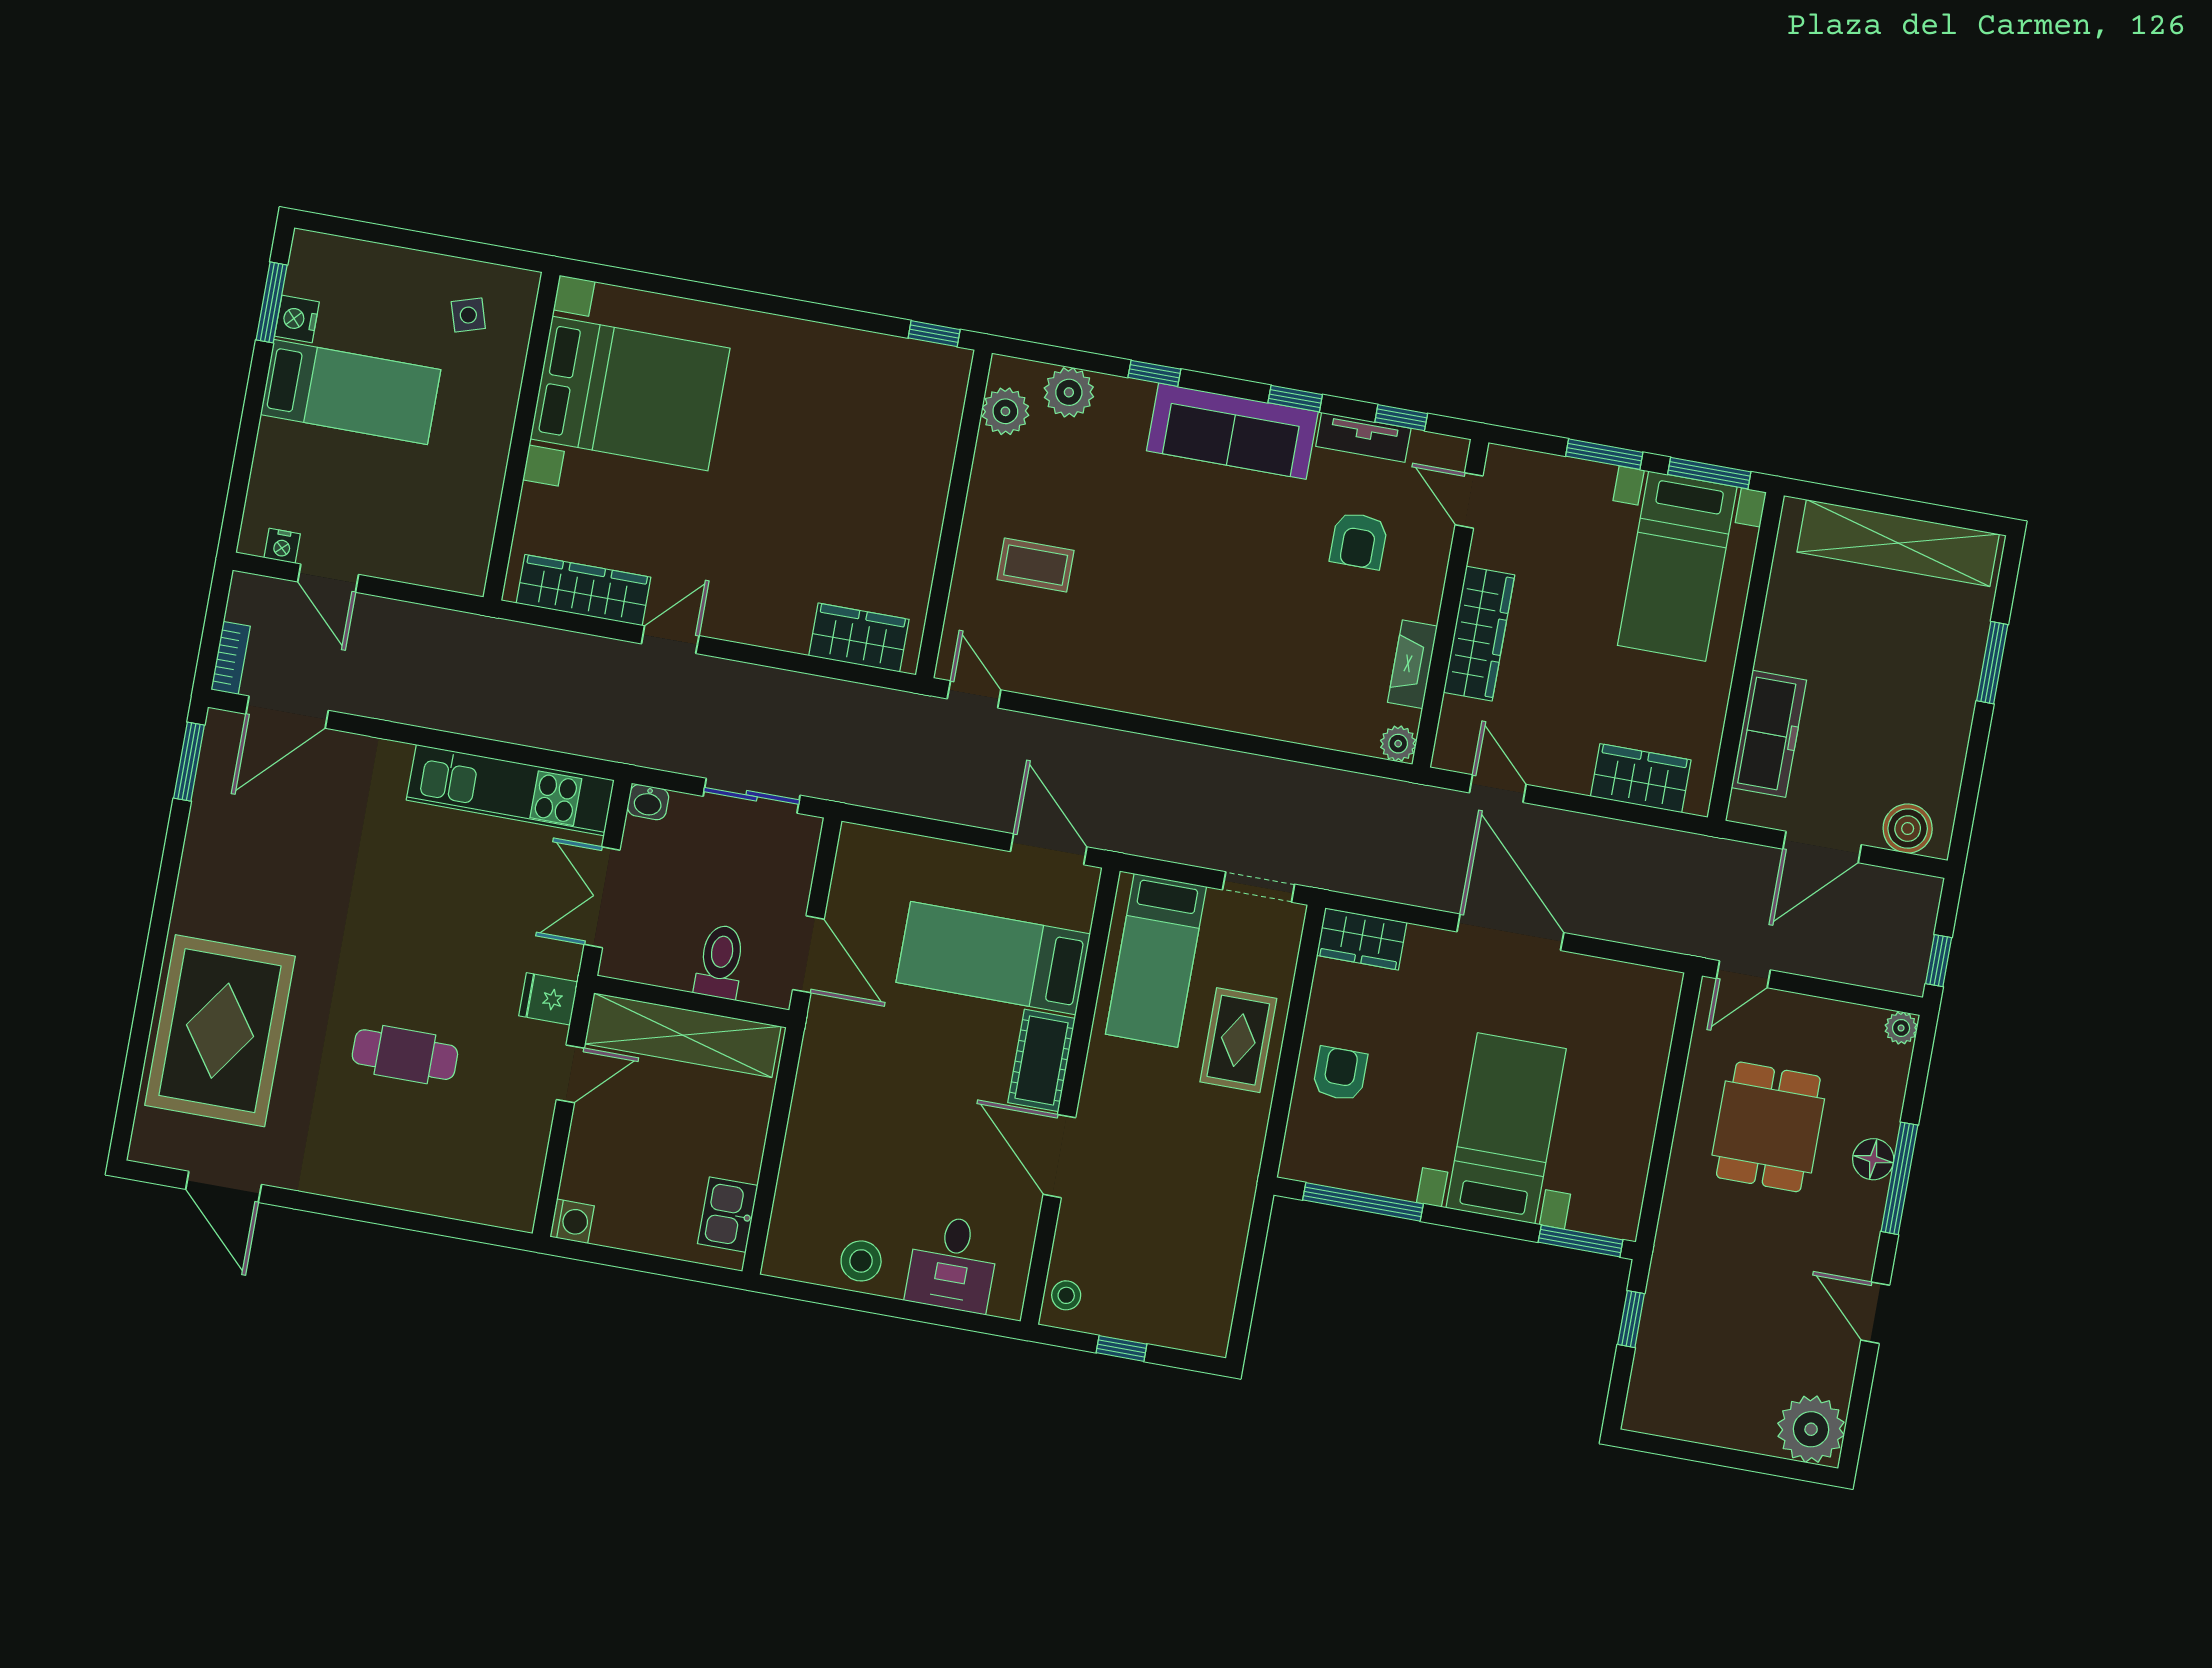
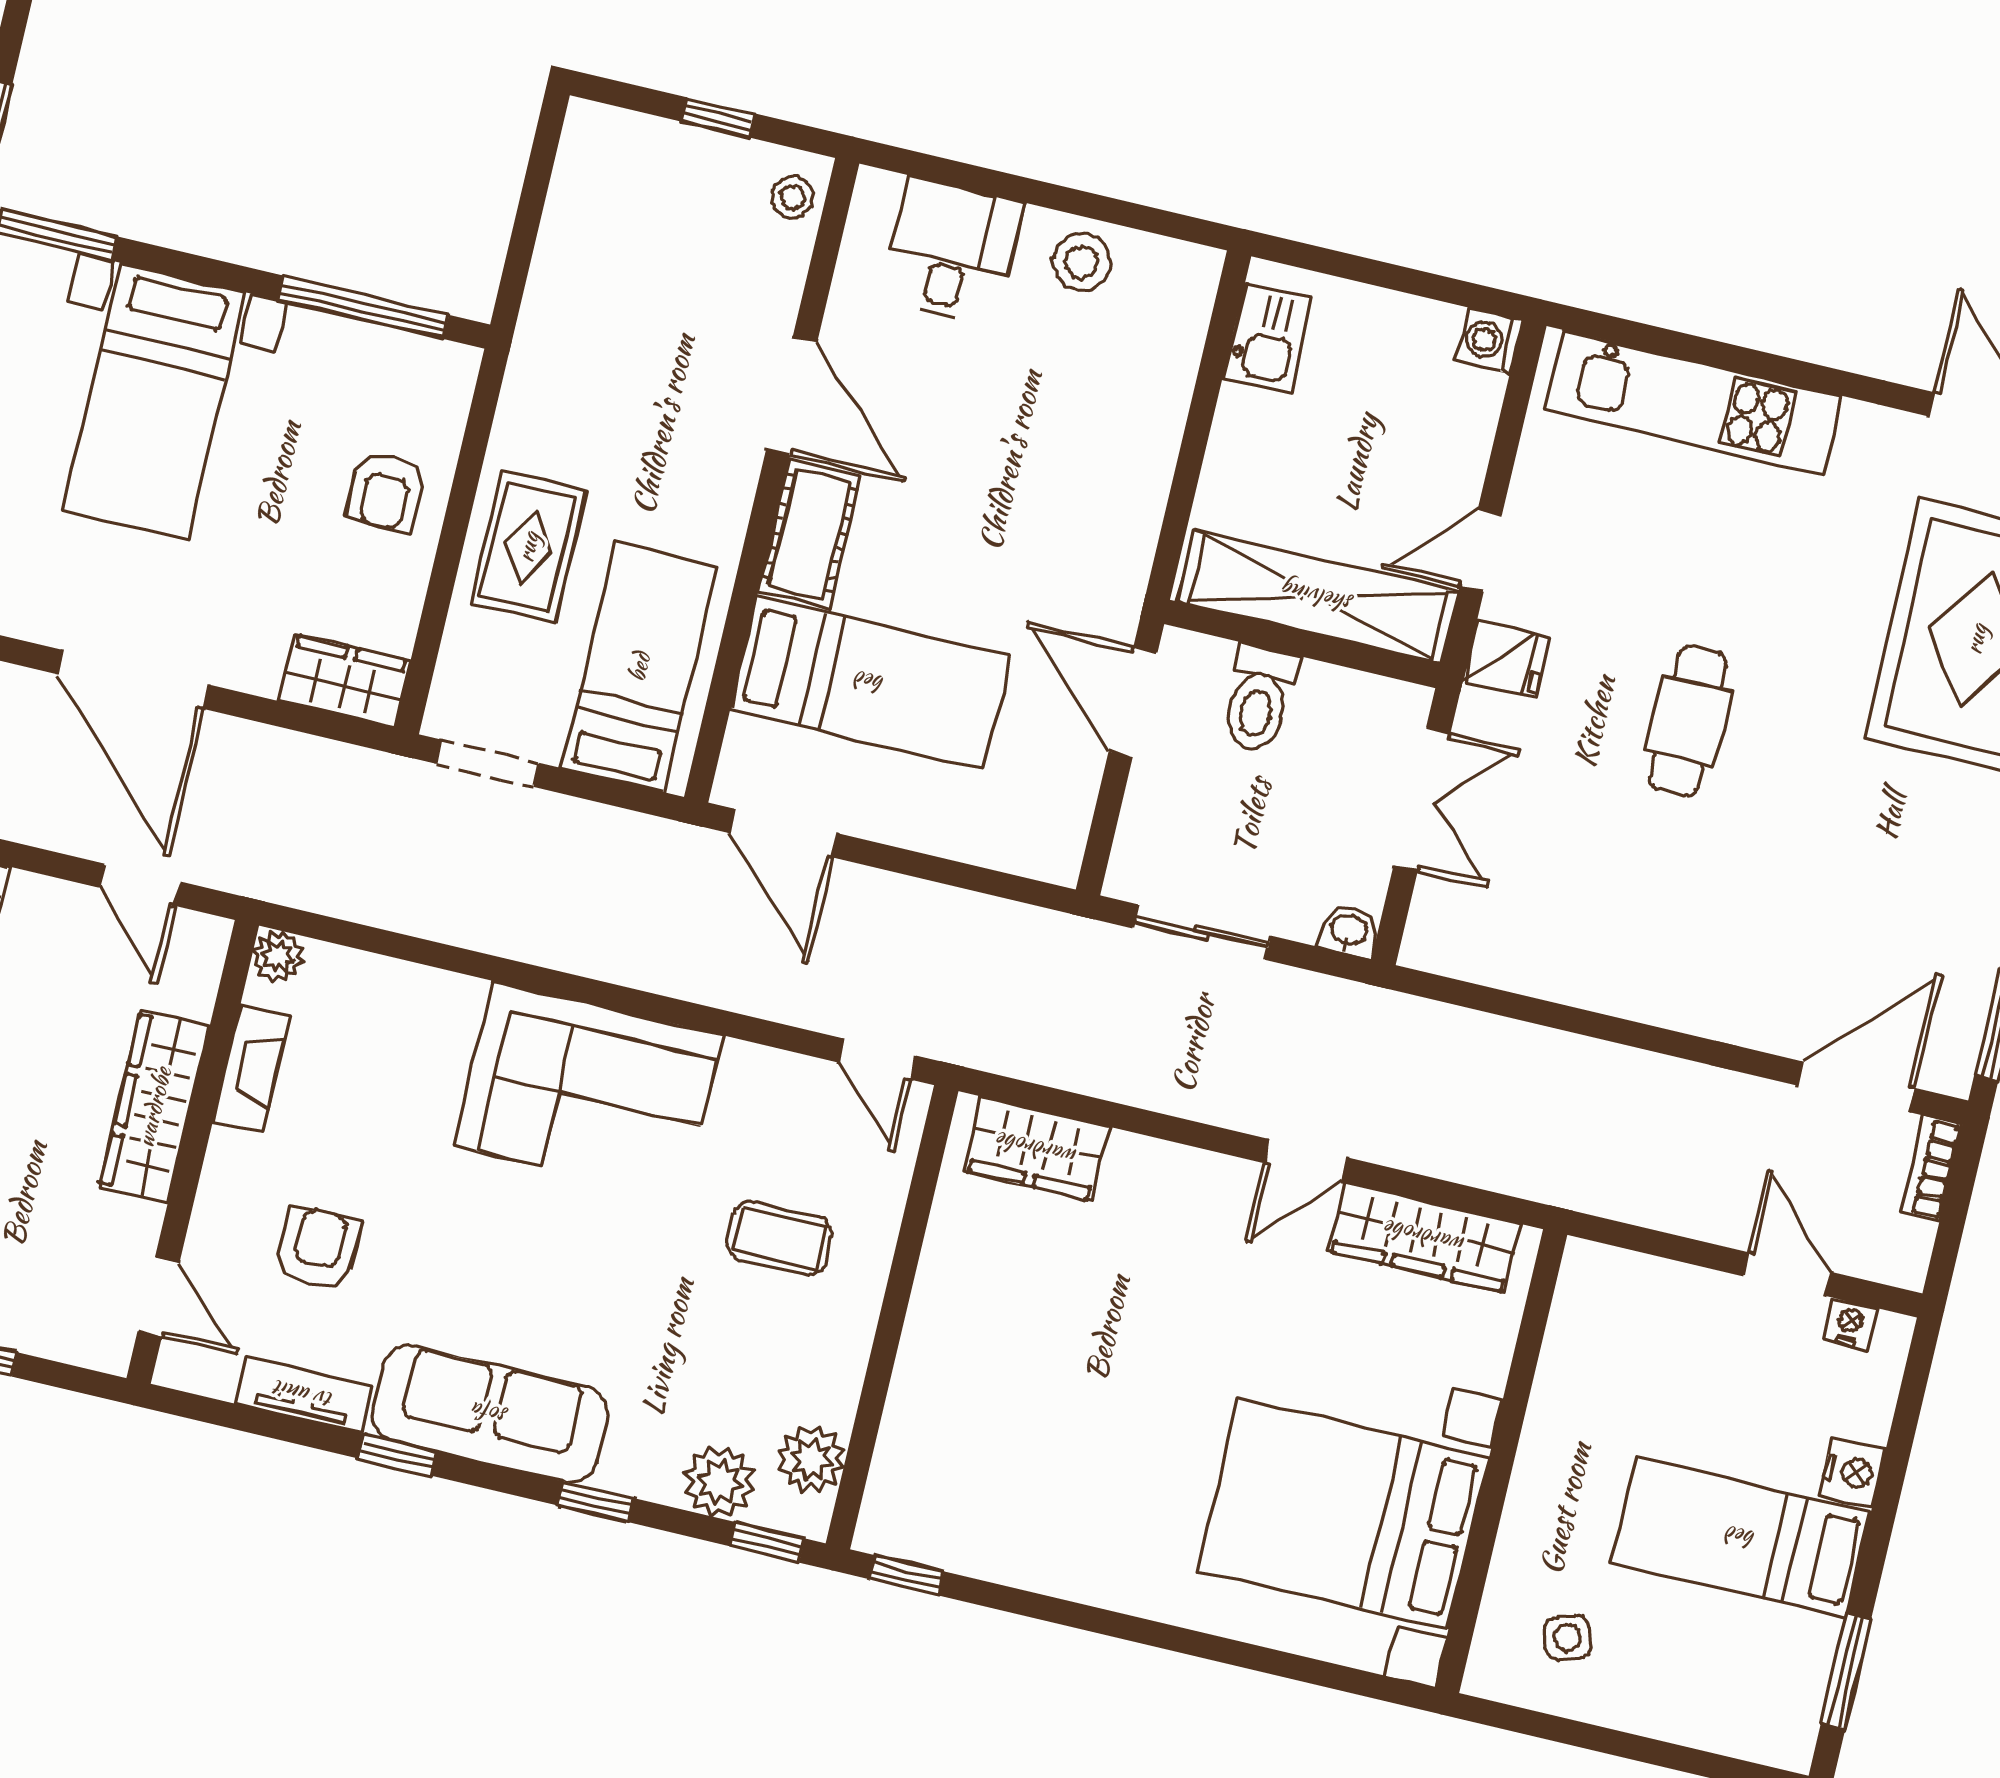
nightstand: (297, 319) -> (1852, 1472), moved
window: (1401, 418) -> (767, 1542), moved
corner sofa: (1175, 661) -> (588, 1090), added
kitchen unit: (510, 790) -> (1693, 402), moved, turned 180
cafe table: (405, 1055) -> (1688, 721), moved, turned 90

